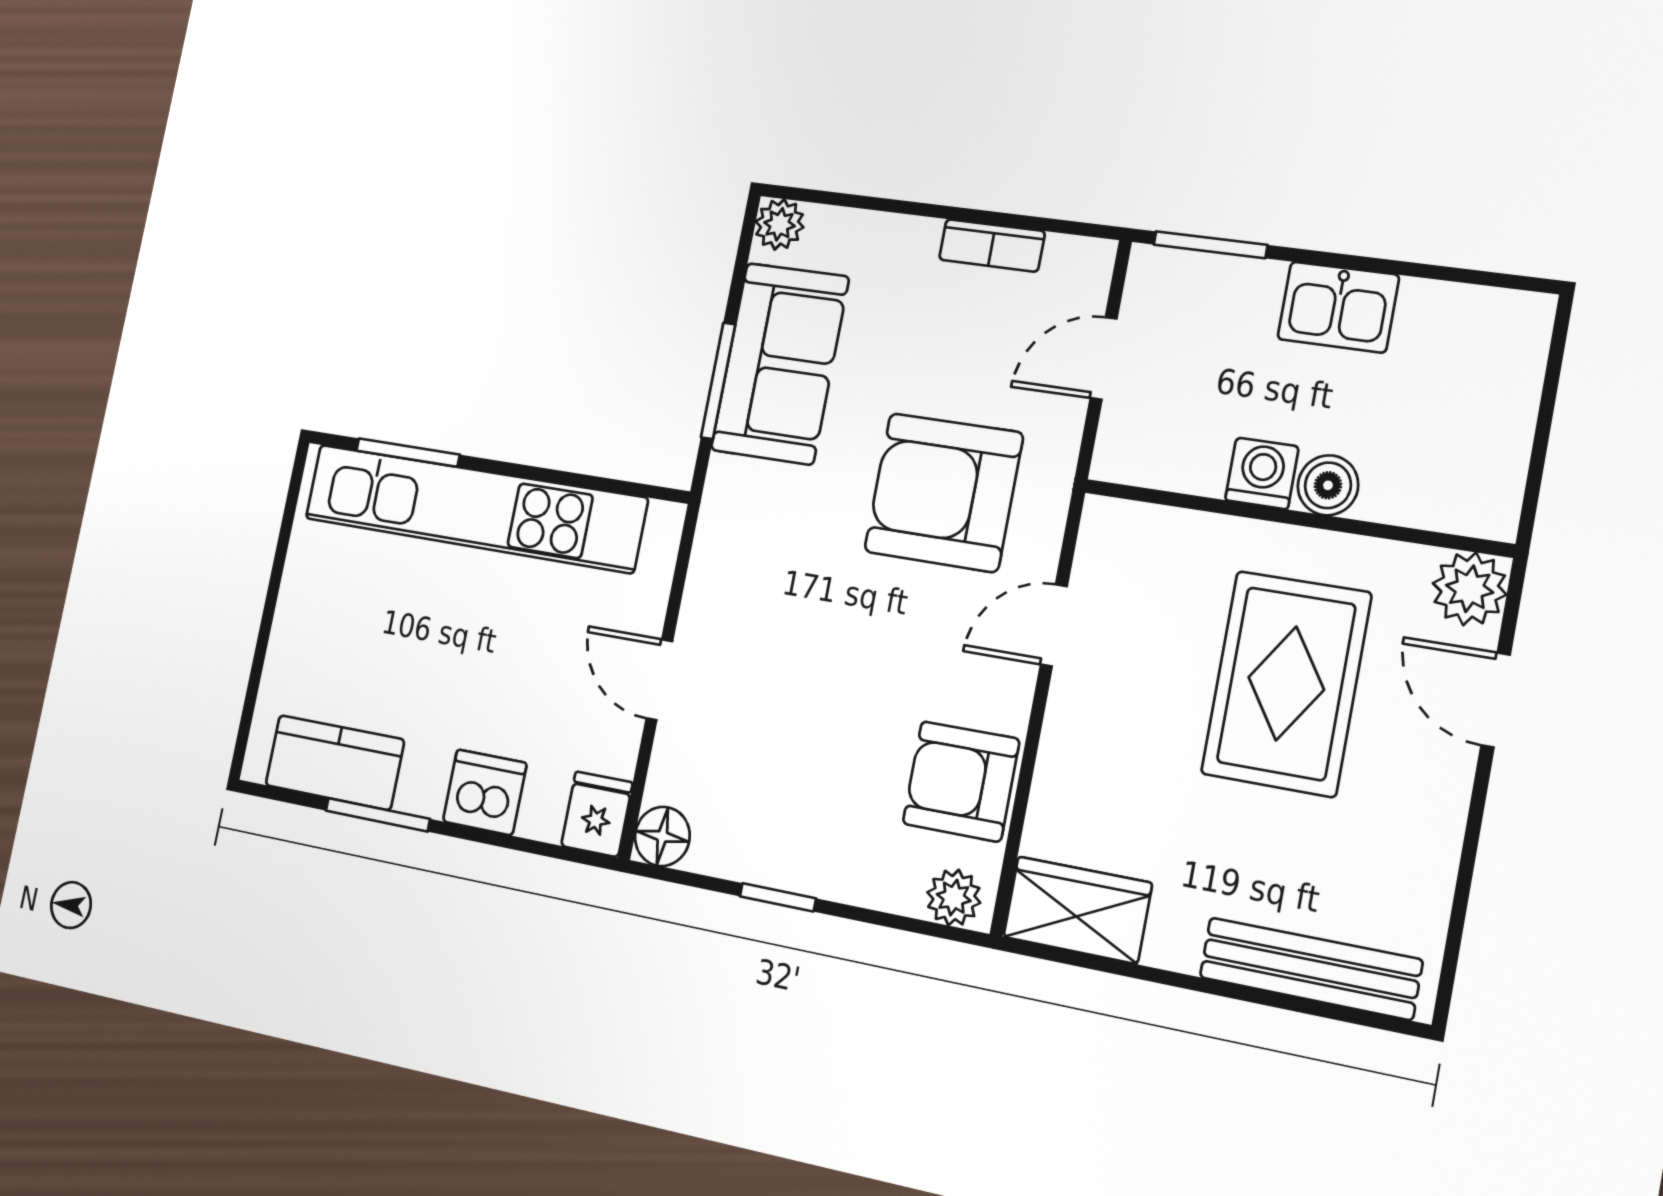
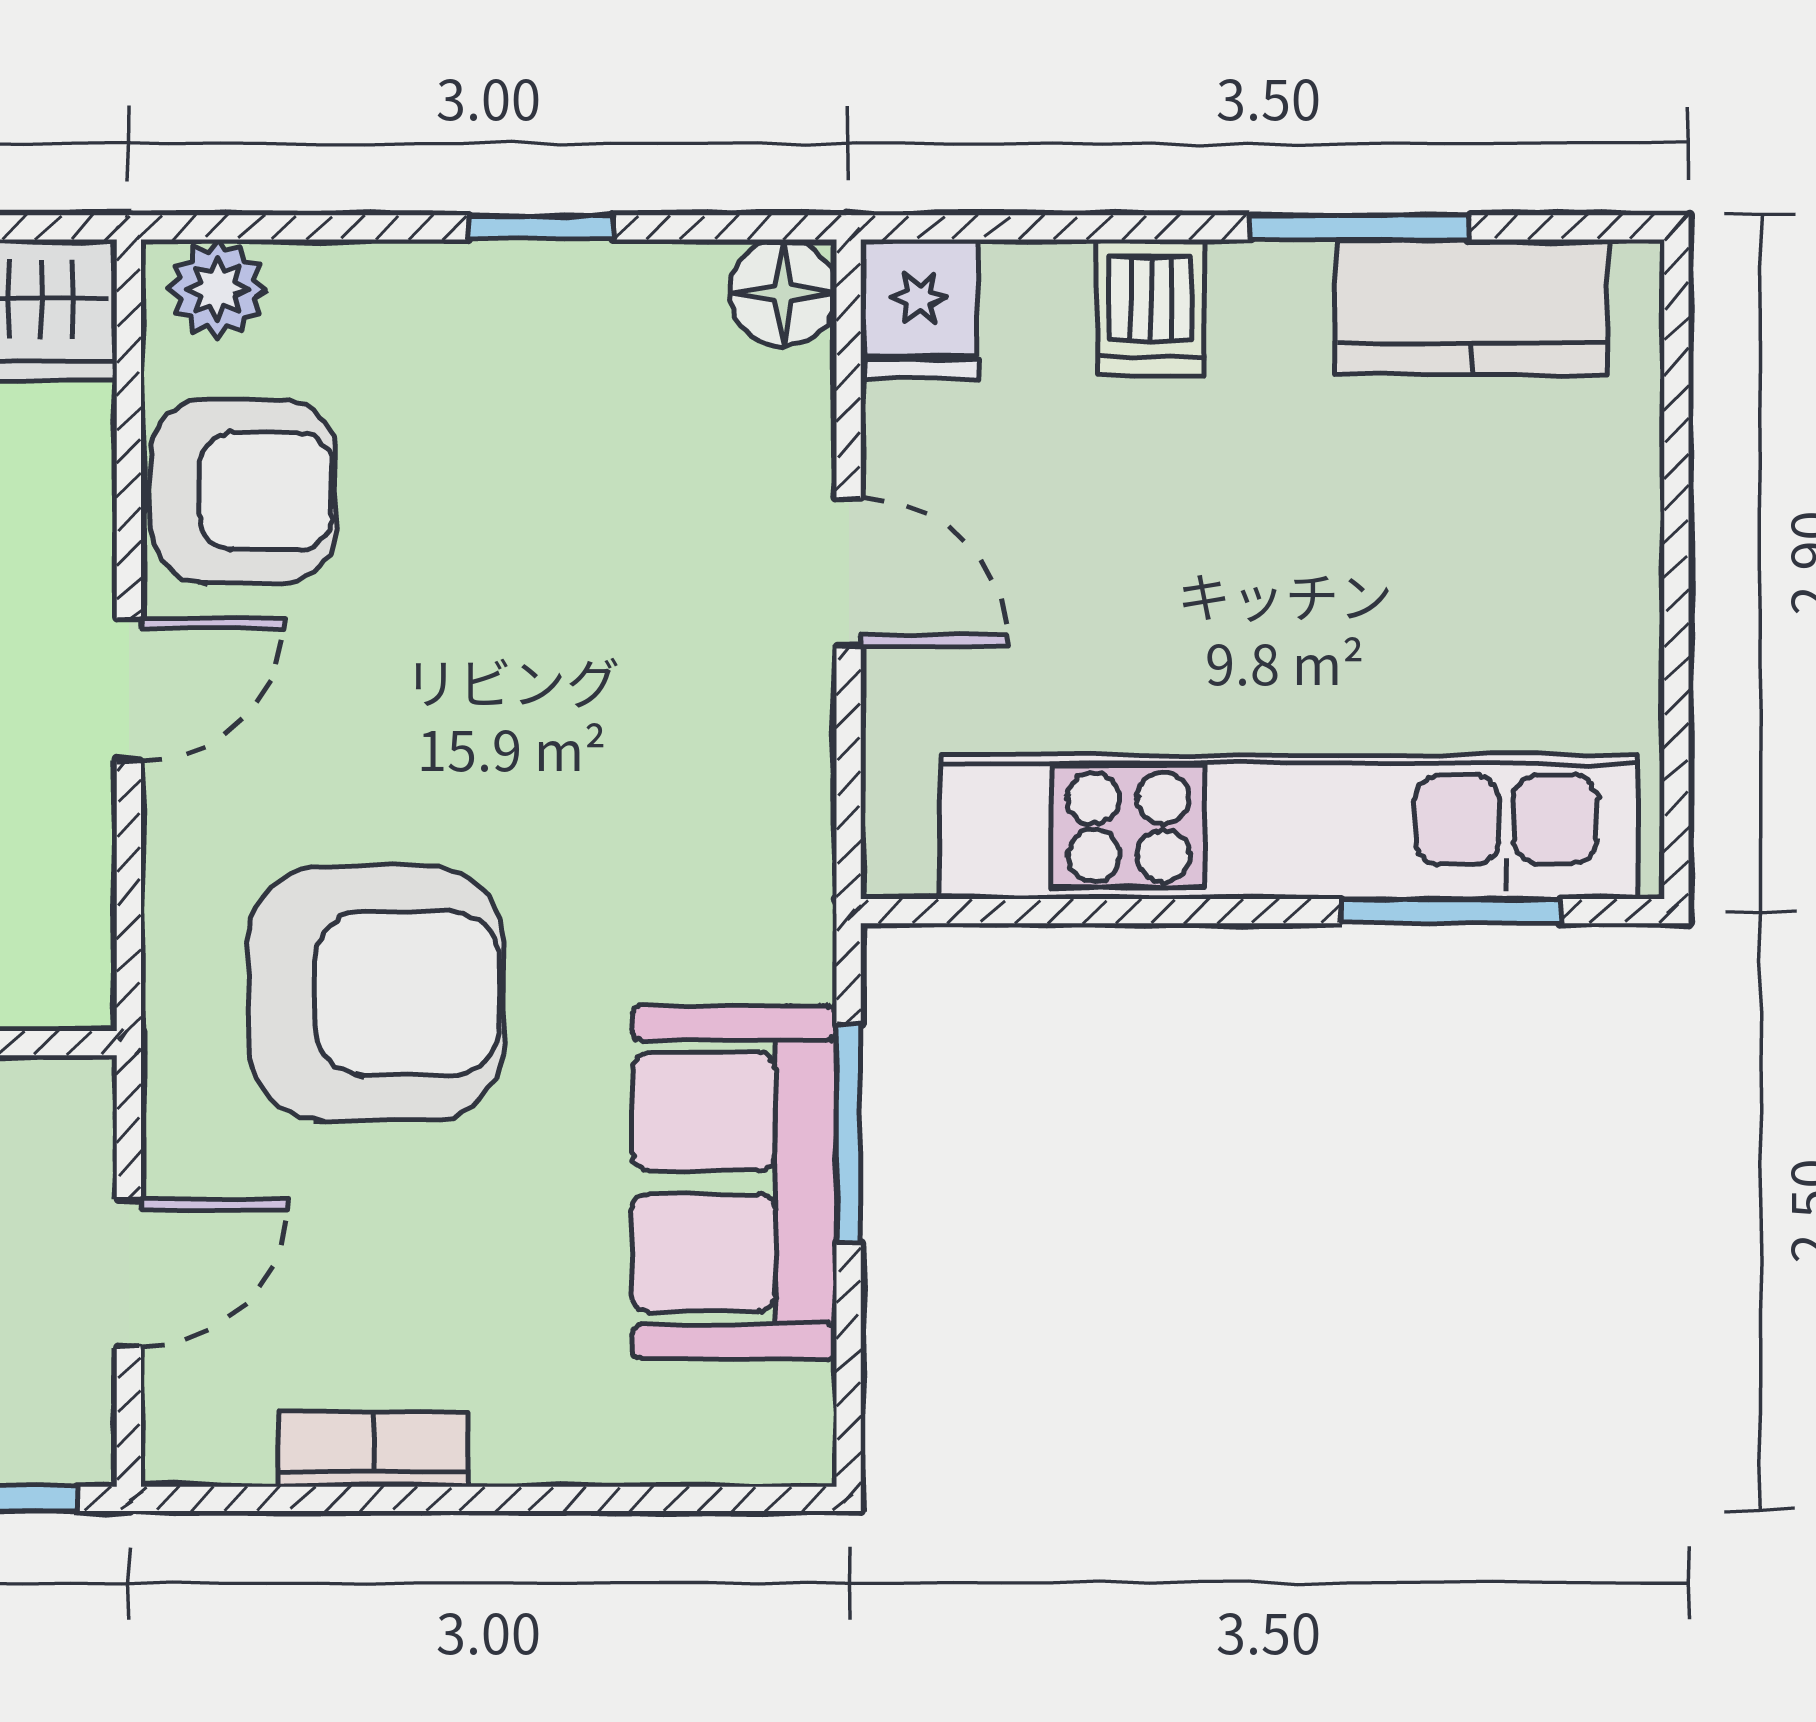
plant: (779, 224) -> (789, 1439), removed
door: (1054, 625) -> (129, 690), moved
dishwasher: (485, 792) -> (1151, 308), width x0.73

